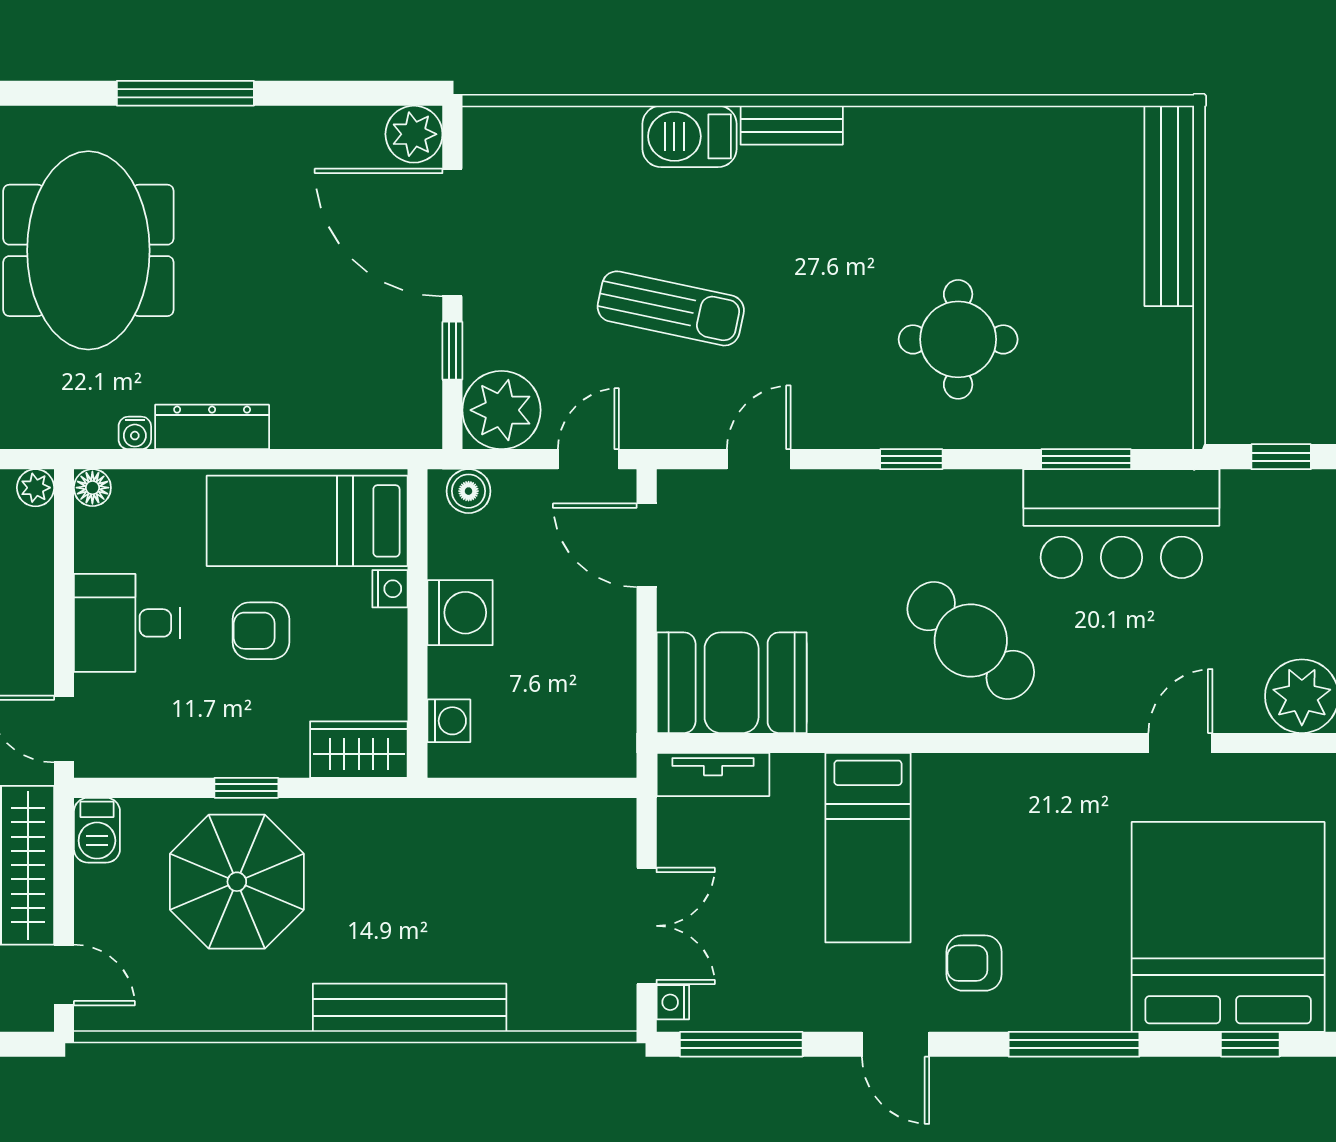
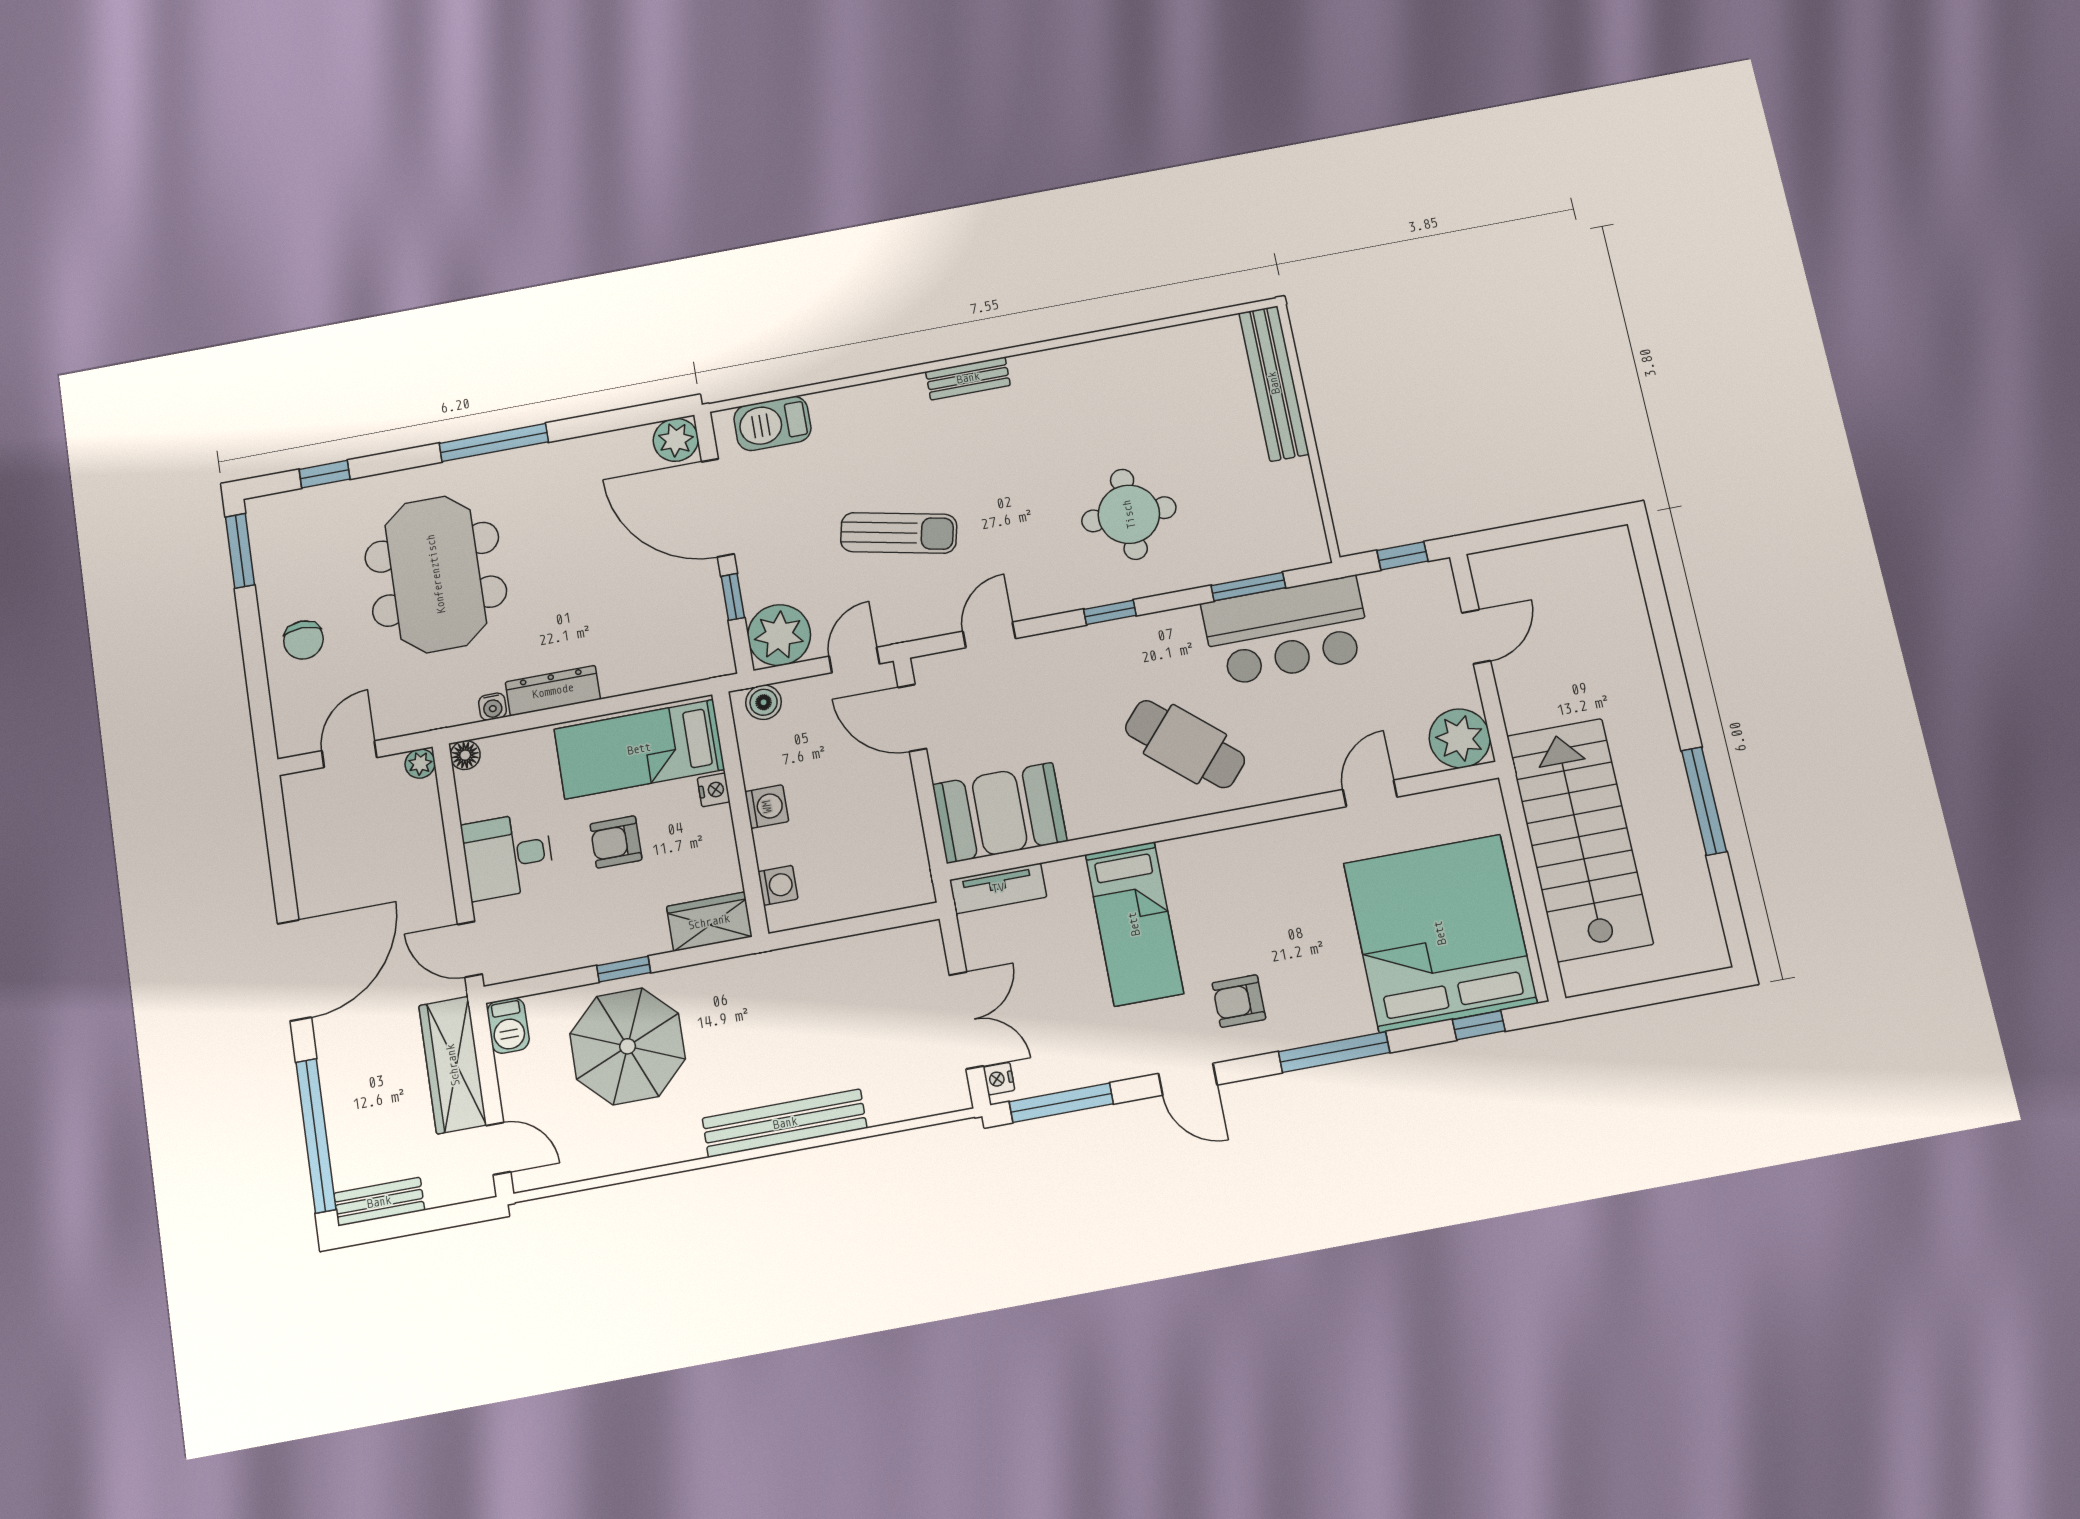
barbecue: (690, 136) -> (772, 424), moved
washing machine: (460, 613) -> (767, 807), width x0.73, depth x0.73

